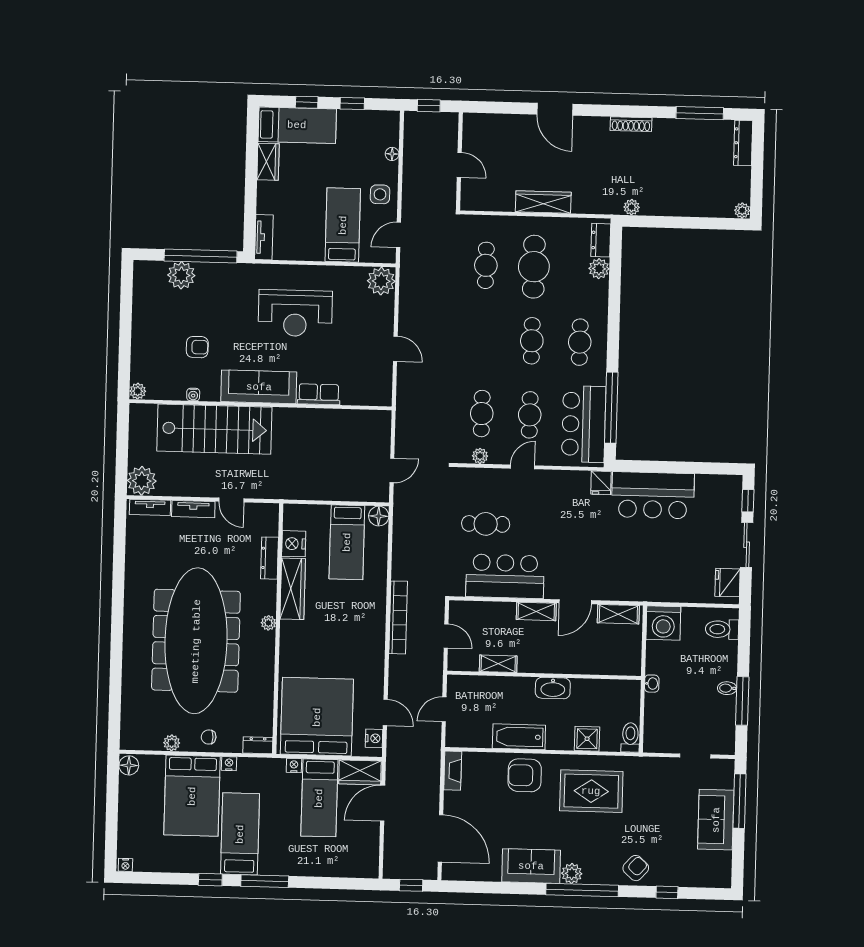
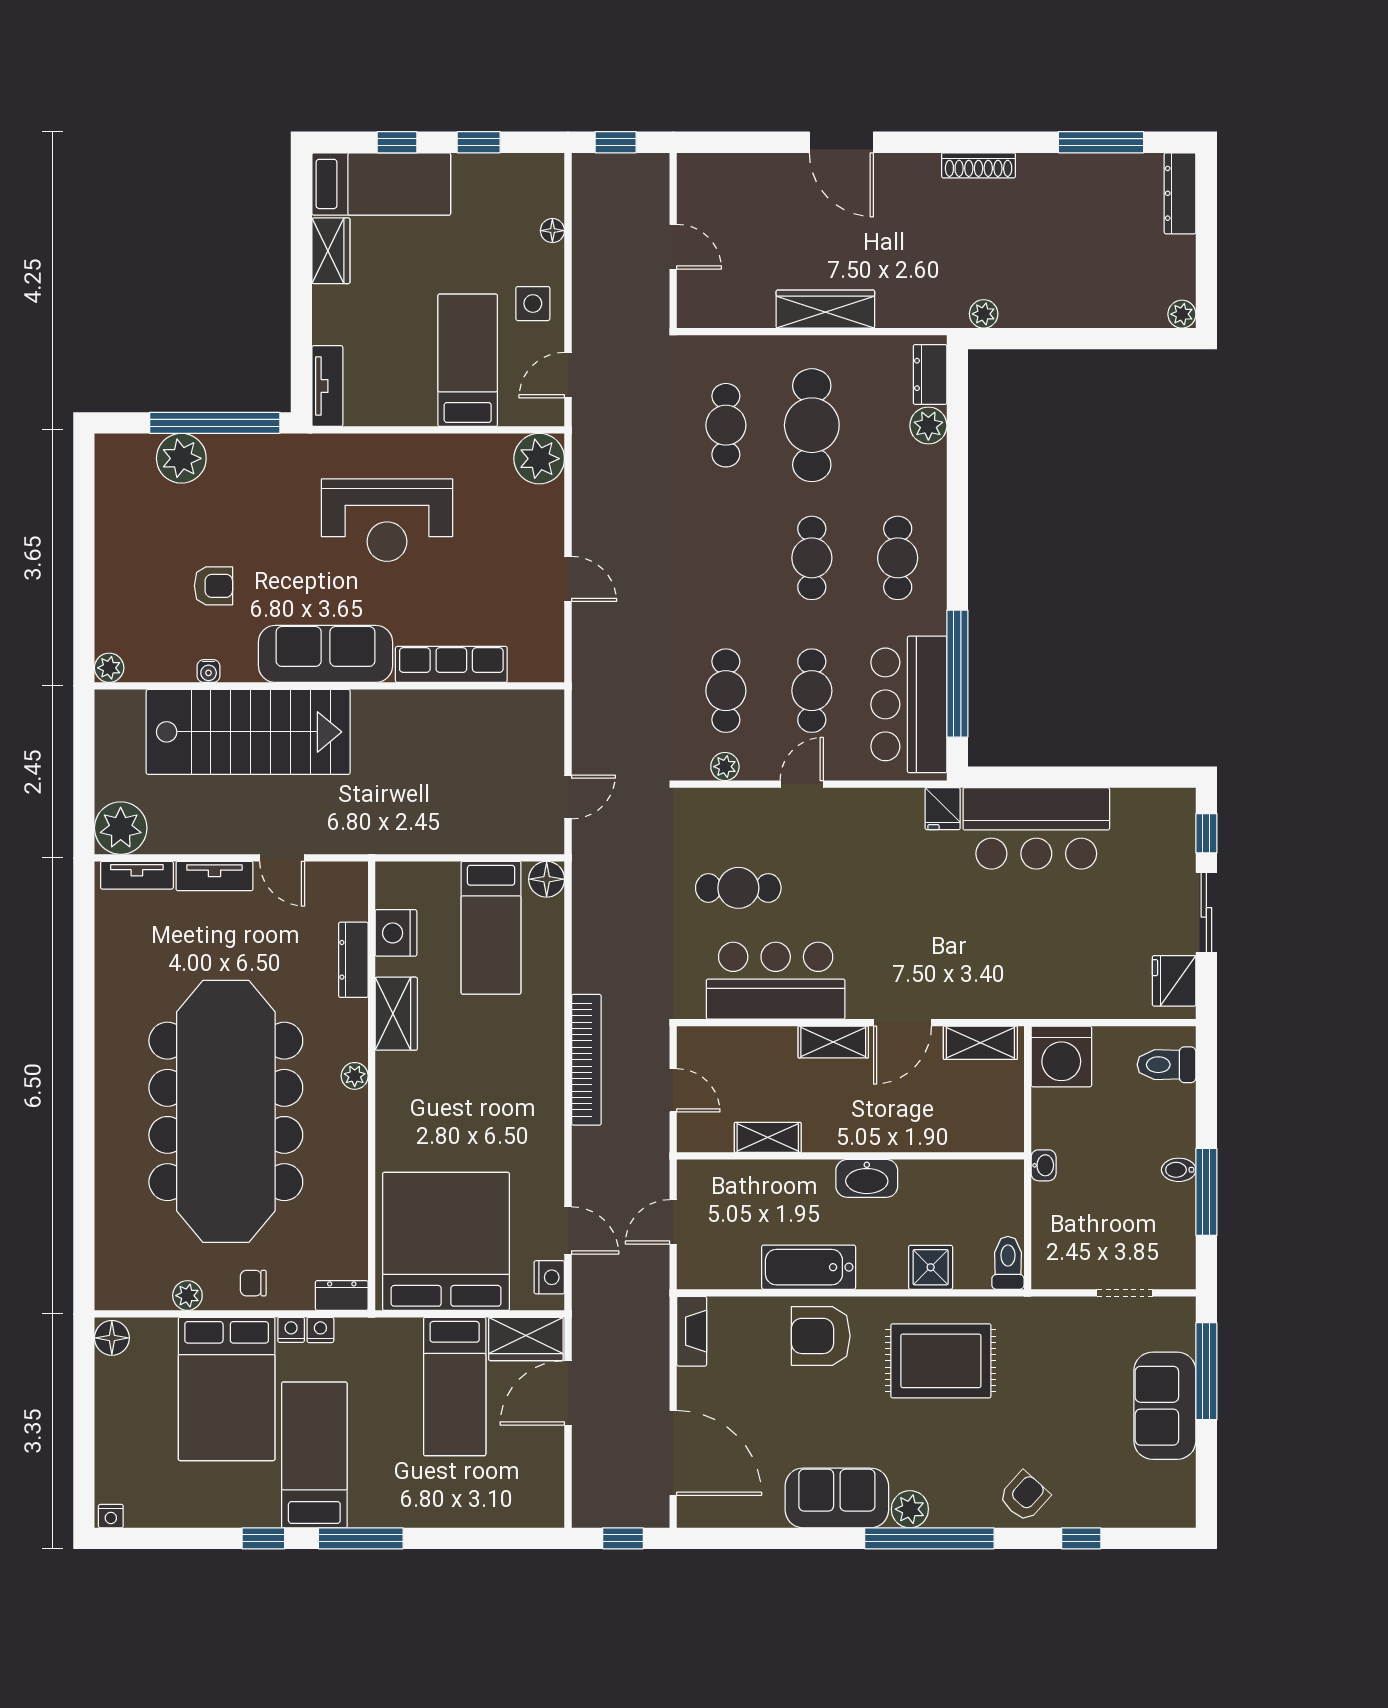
row of seats: (319, 394) -> (451, 664), width x1.48
wardrobe: (293, 589) -> (396, 1014), width x0.67
nightstand: (294, 766) -> (320, 1330), moved

